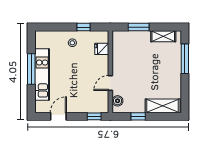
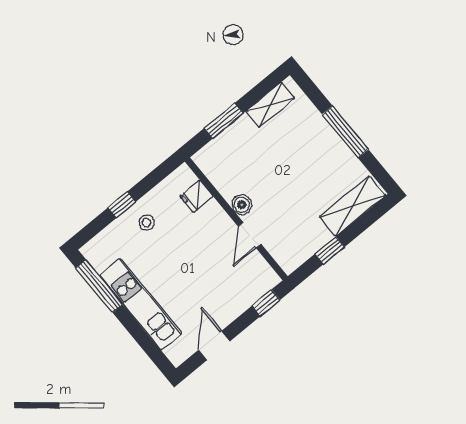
window: (83, 27) -> (122, 205), moved
window: (185, 59) -> (345, 132), moved
window: (31, 69) -> (99, 286), moved
boiler: (118, 101) -> (242, 205), moved

